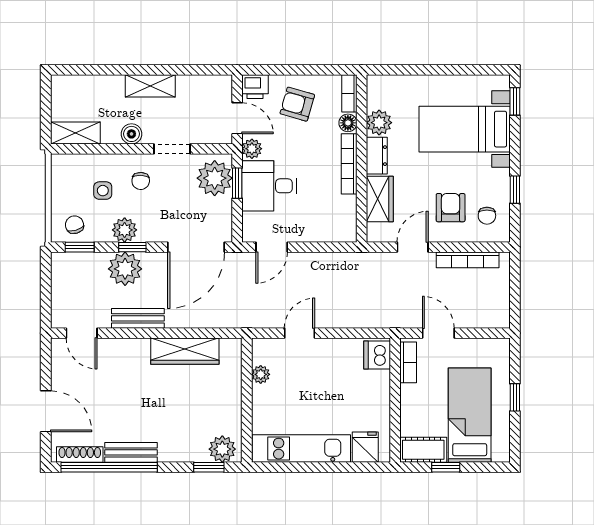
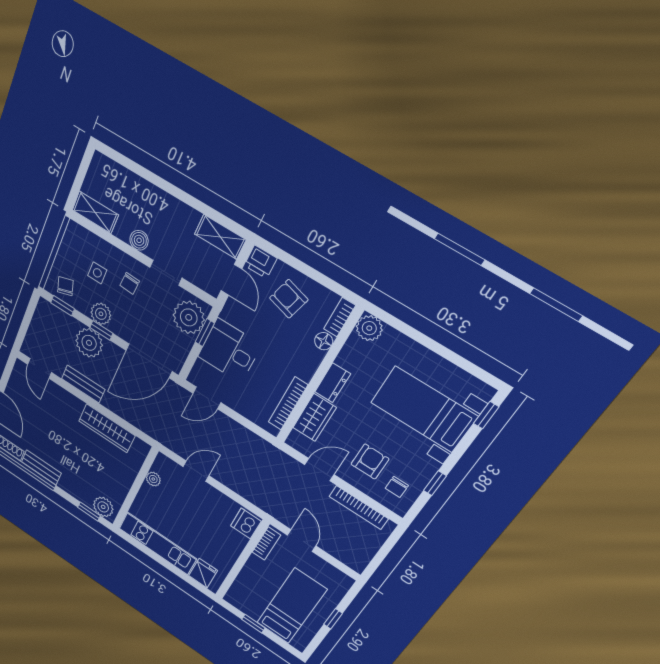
shelving: (150, 86) -> (220, 237), moved
plant: (379, 123) -> (369, 328), moved
plant: (252, 149) -> (231, 312), removed
bookcase: (349, 164) -> (288, 404), moved
cot: (423, 450) -> (244, 603), removed

